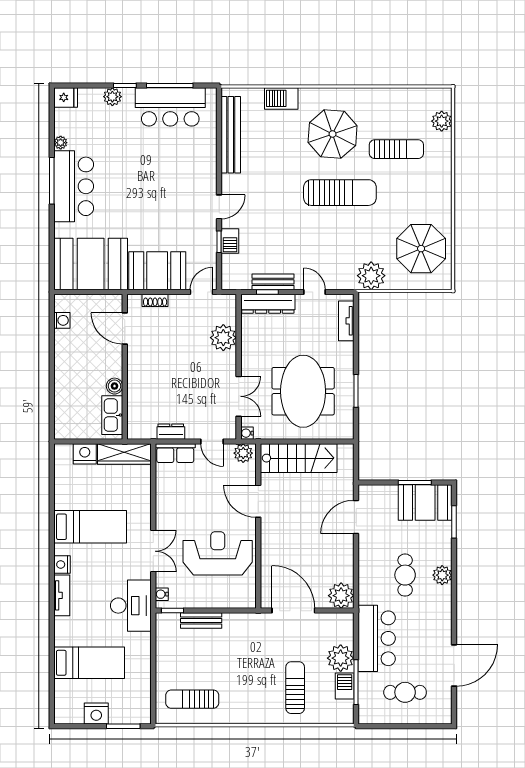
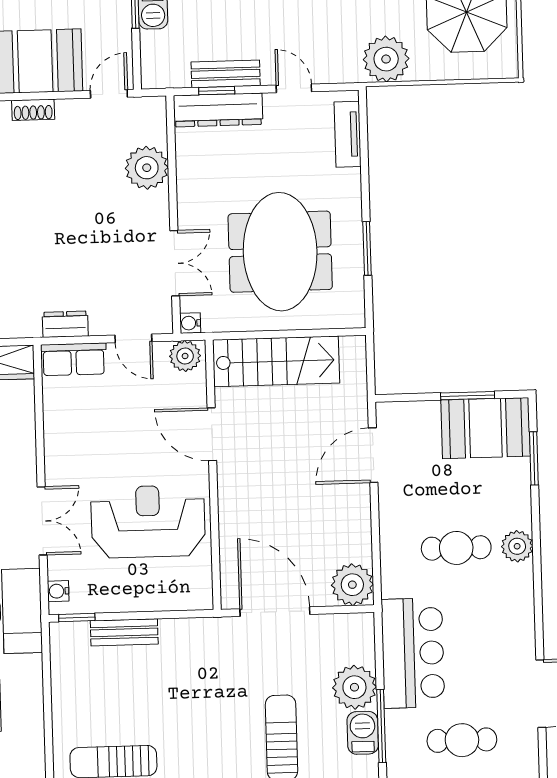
cafe table: (405, 575) -> (456, 548), turned 90

